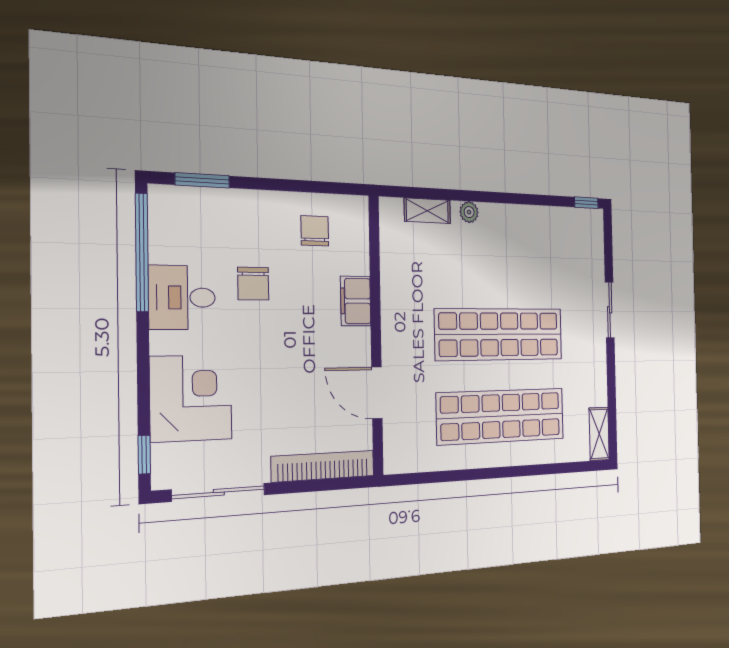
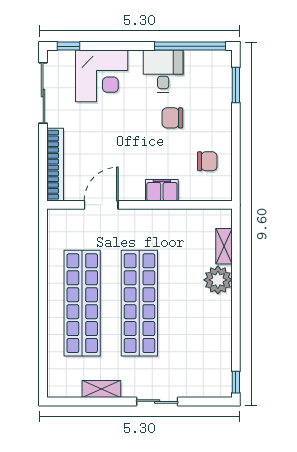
plant: (469, 212) -> (218, 280), width x1.87, depth x1.87
shelving: (599, 434) -> (101, 389), moved

